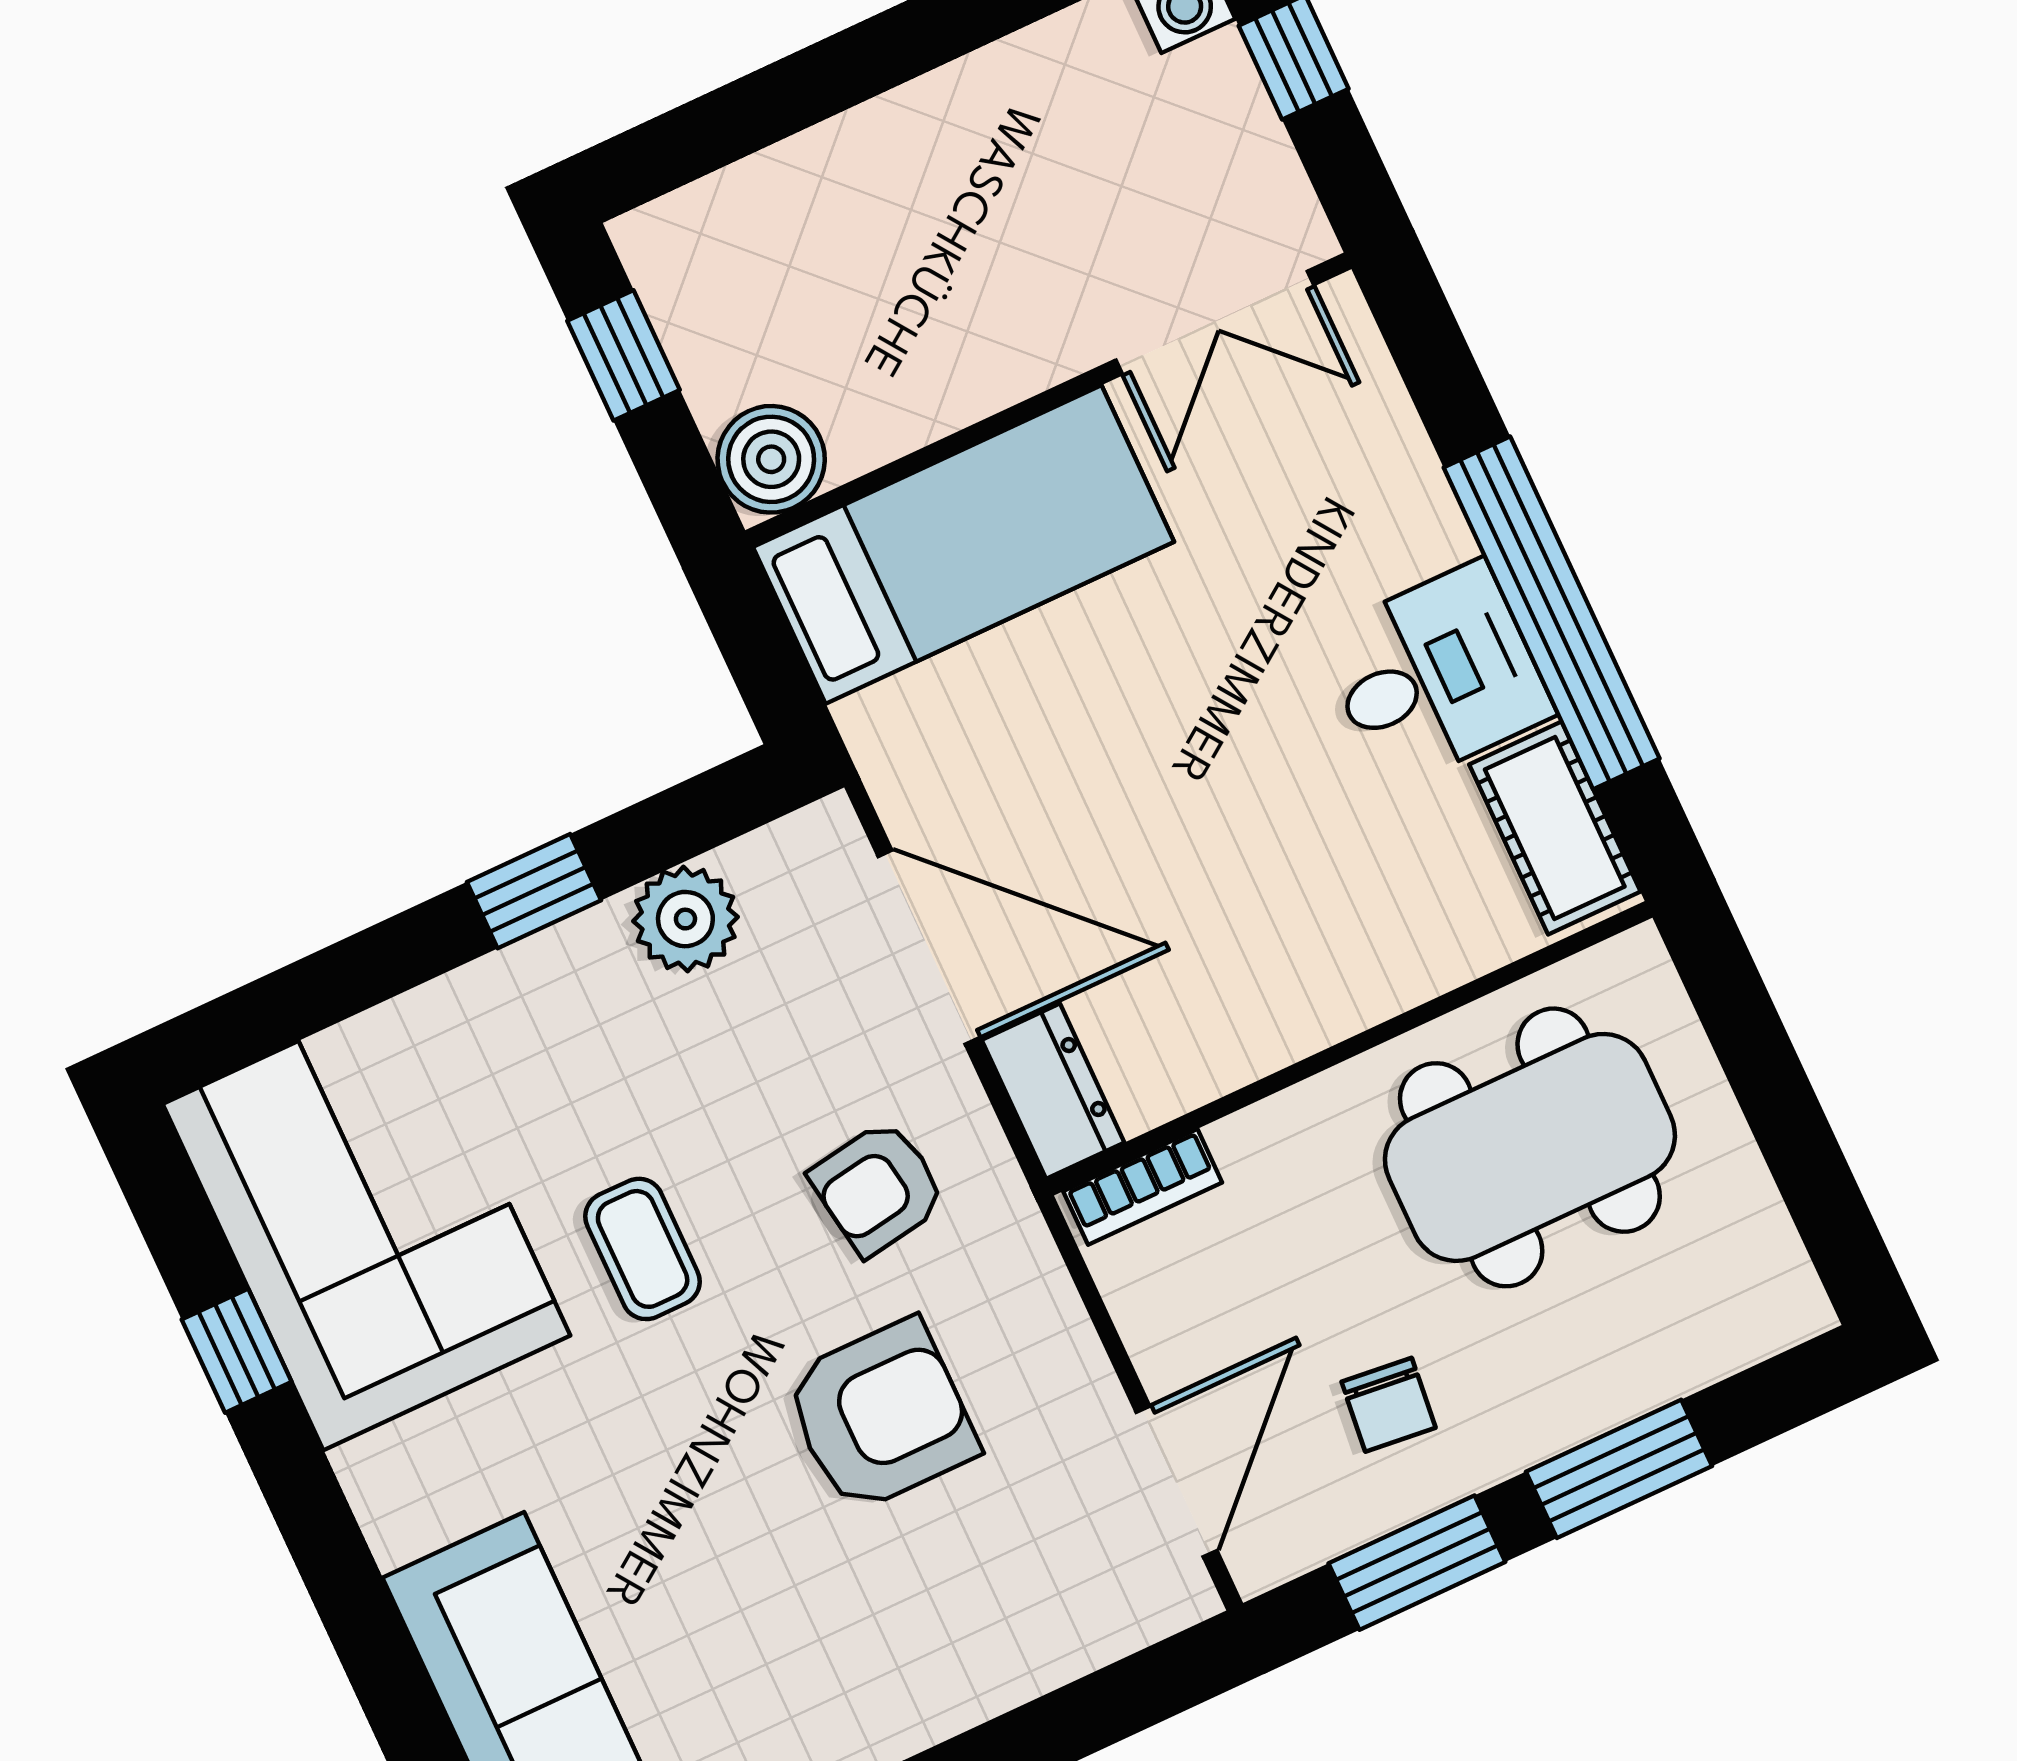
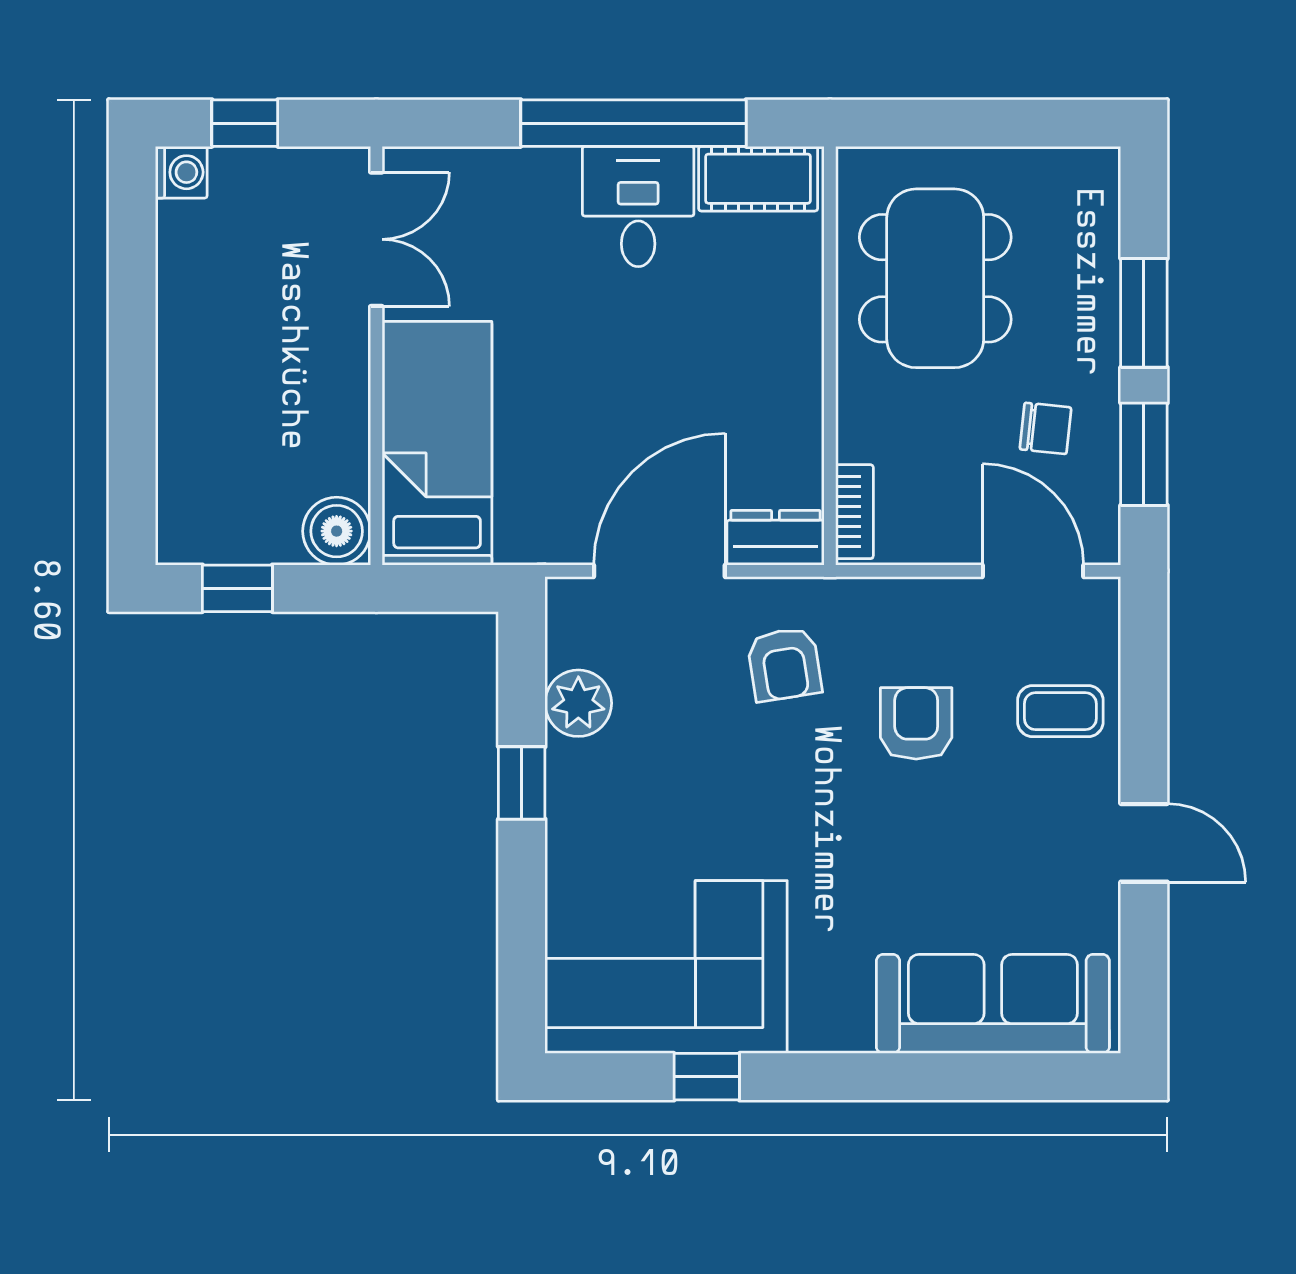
coffee table: (643, 1249) -> (1060, 711), moved
armchair: (881, 1416) -> (916, 723), width x0.72, depth x0.72

